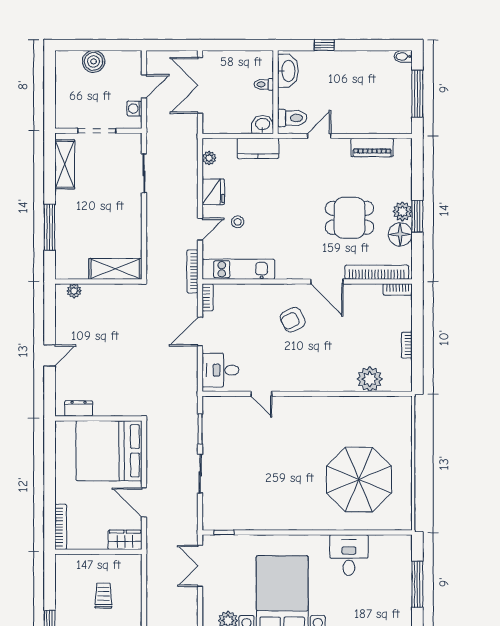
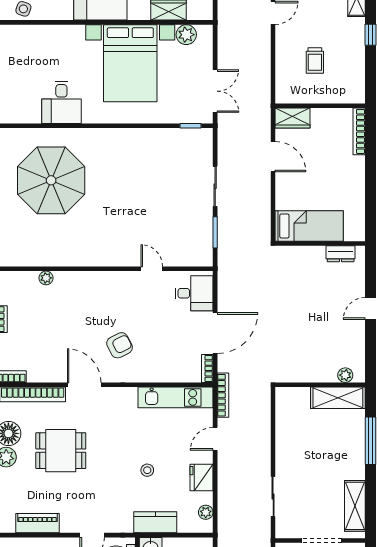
stool: (238, 222) -> (147, 470), moved
shelving: (115, 269) -> (338, 398), moved
door: (200, 332) -> (215, 333), width x1.36
plant: (370, 379) -> (46, 278), width x0.53, depth x0.53
bed: (109, 451) -> (309, 226), width x0.49

